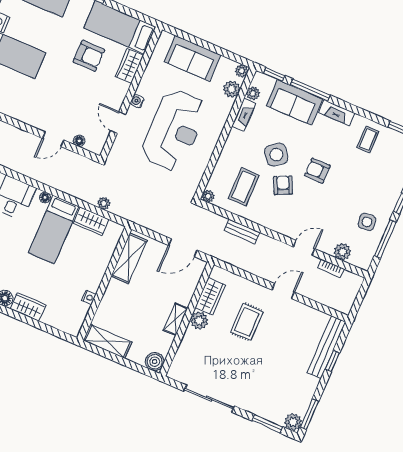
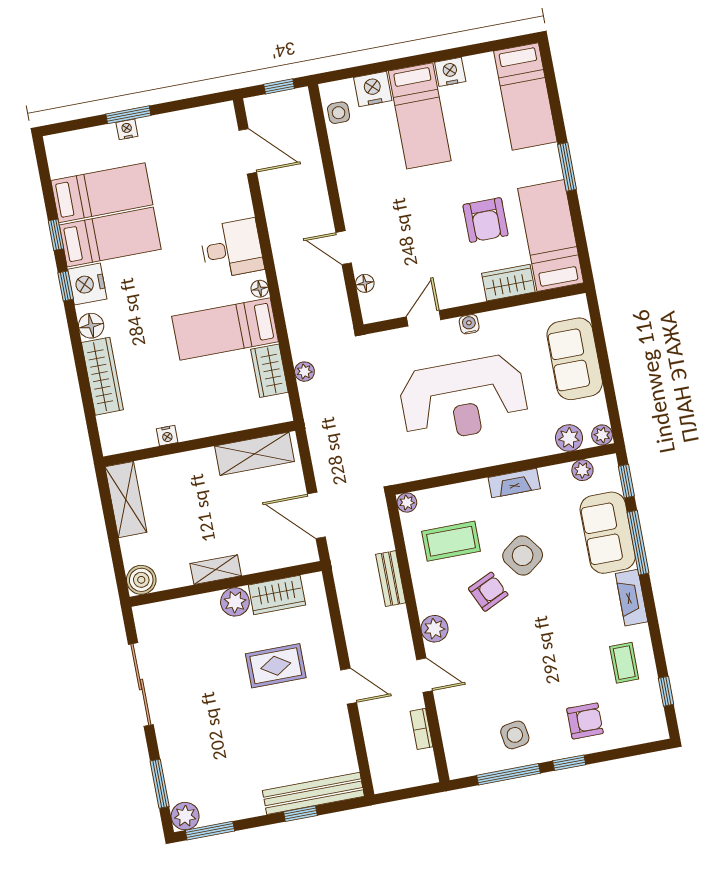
fireplace: (244, 115) -> (514, 483), moved
coffee table: (368, 140) -> (624, 663), turned 90
armchair: (317, 171) -> (585, 721), moved, turned 90
plant: (342, 252) -> (435, 629), moved
wardrobe: (28, 307) -> (102, 376), width x1.50

